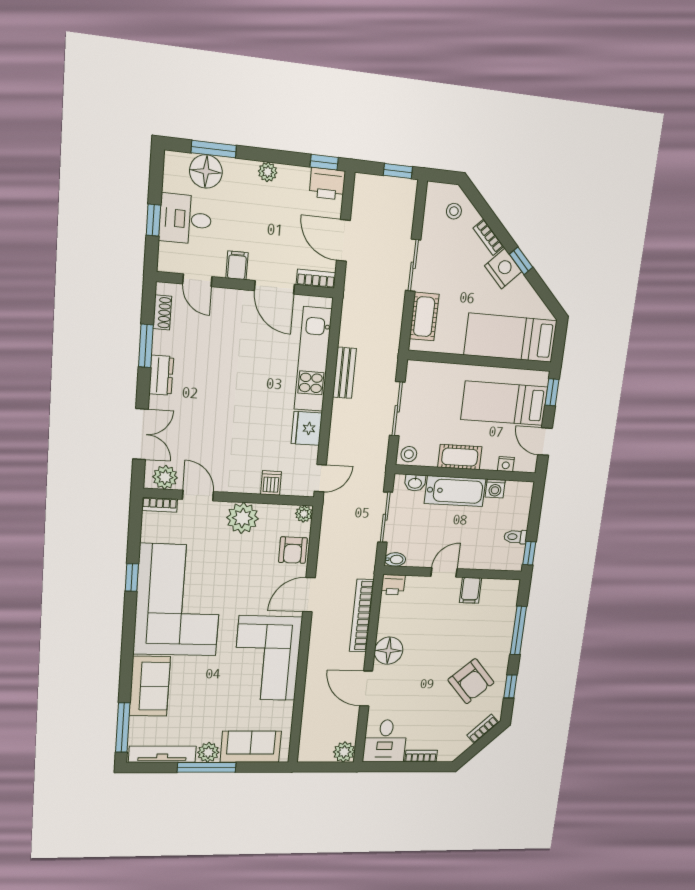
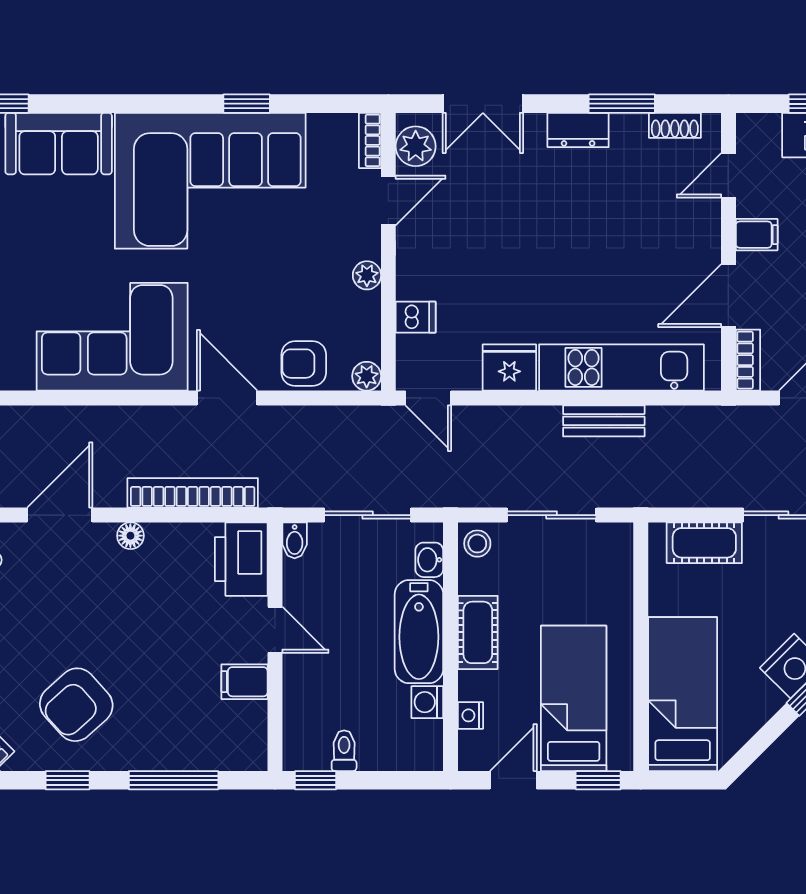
plant: (242, 518) -> (367, 275), width x0.53, depth x0.53
printer: (393, 585) -> (241, 559), width x1.87, depth x1.48
floor lamp: (389, 651) -> (130, 536), width x0.53, depth x0.53

